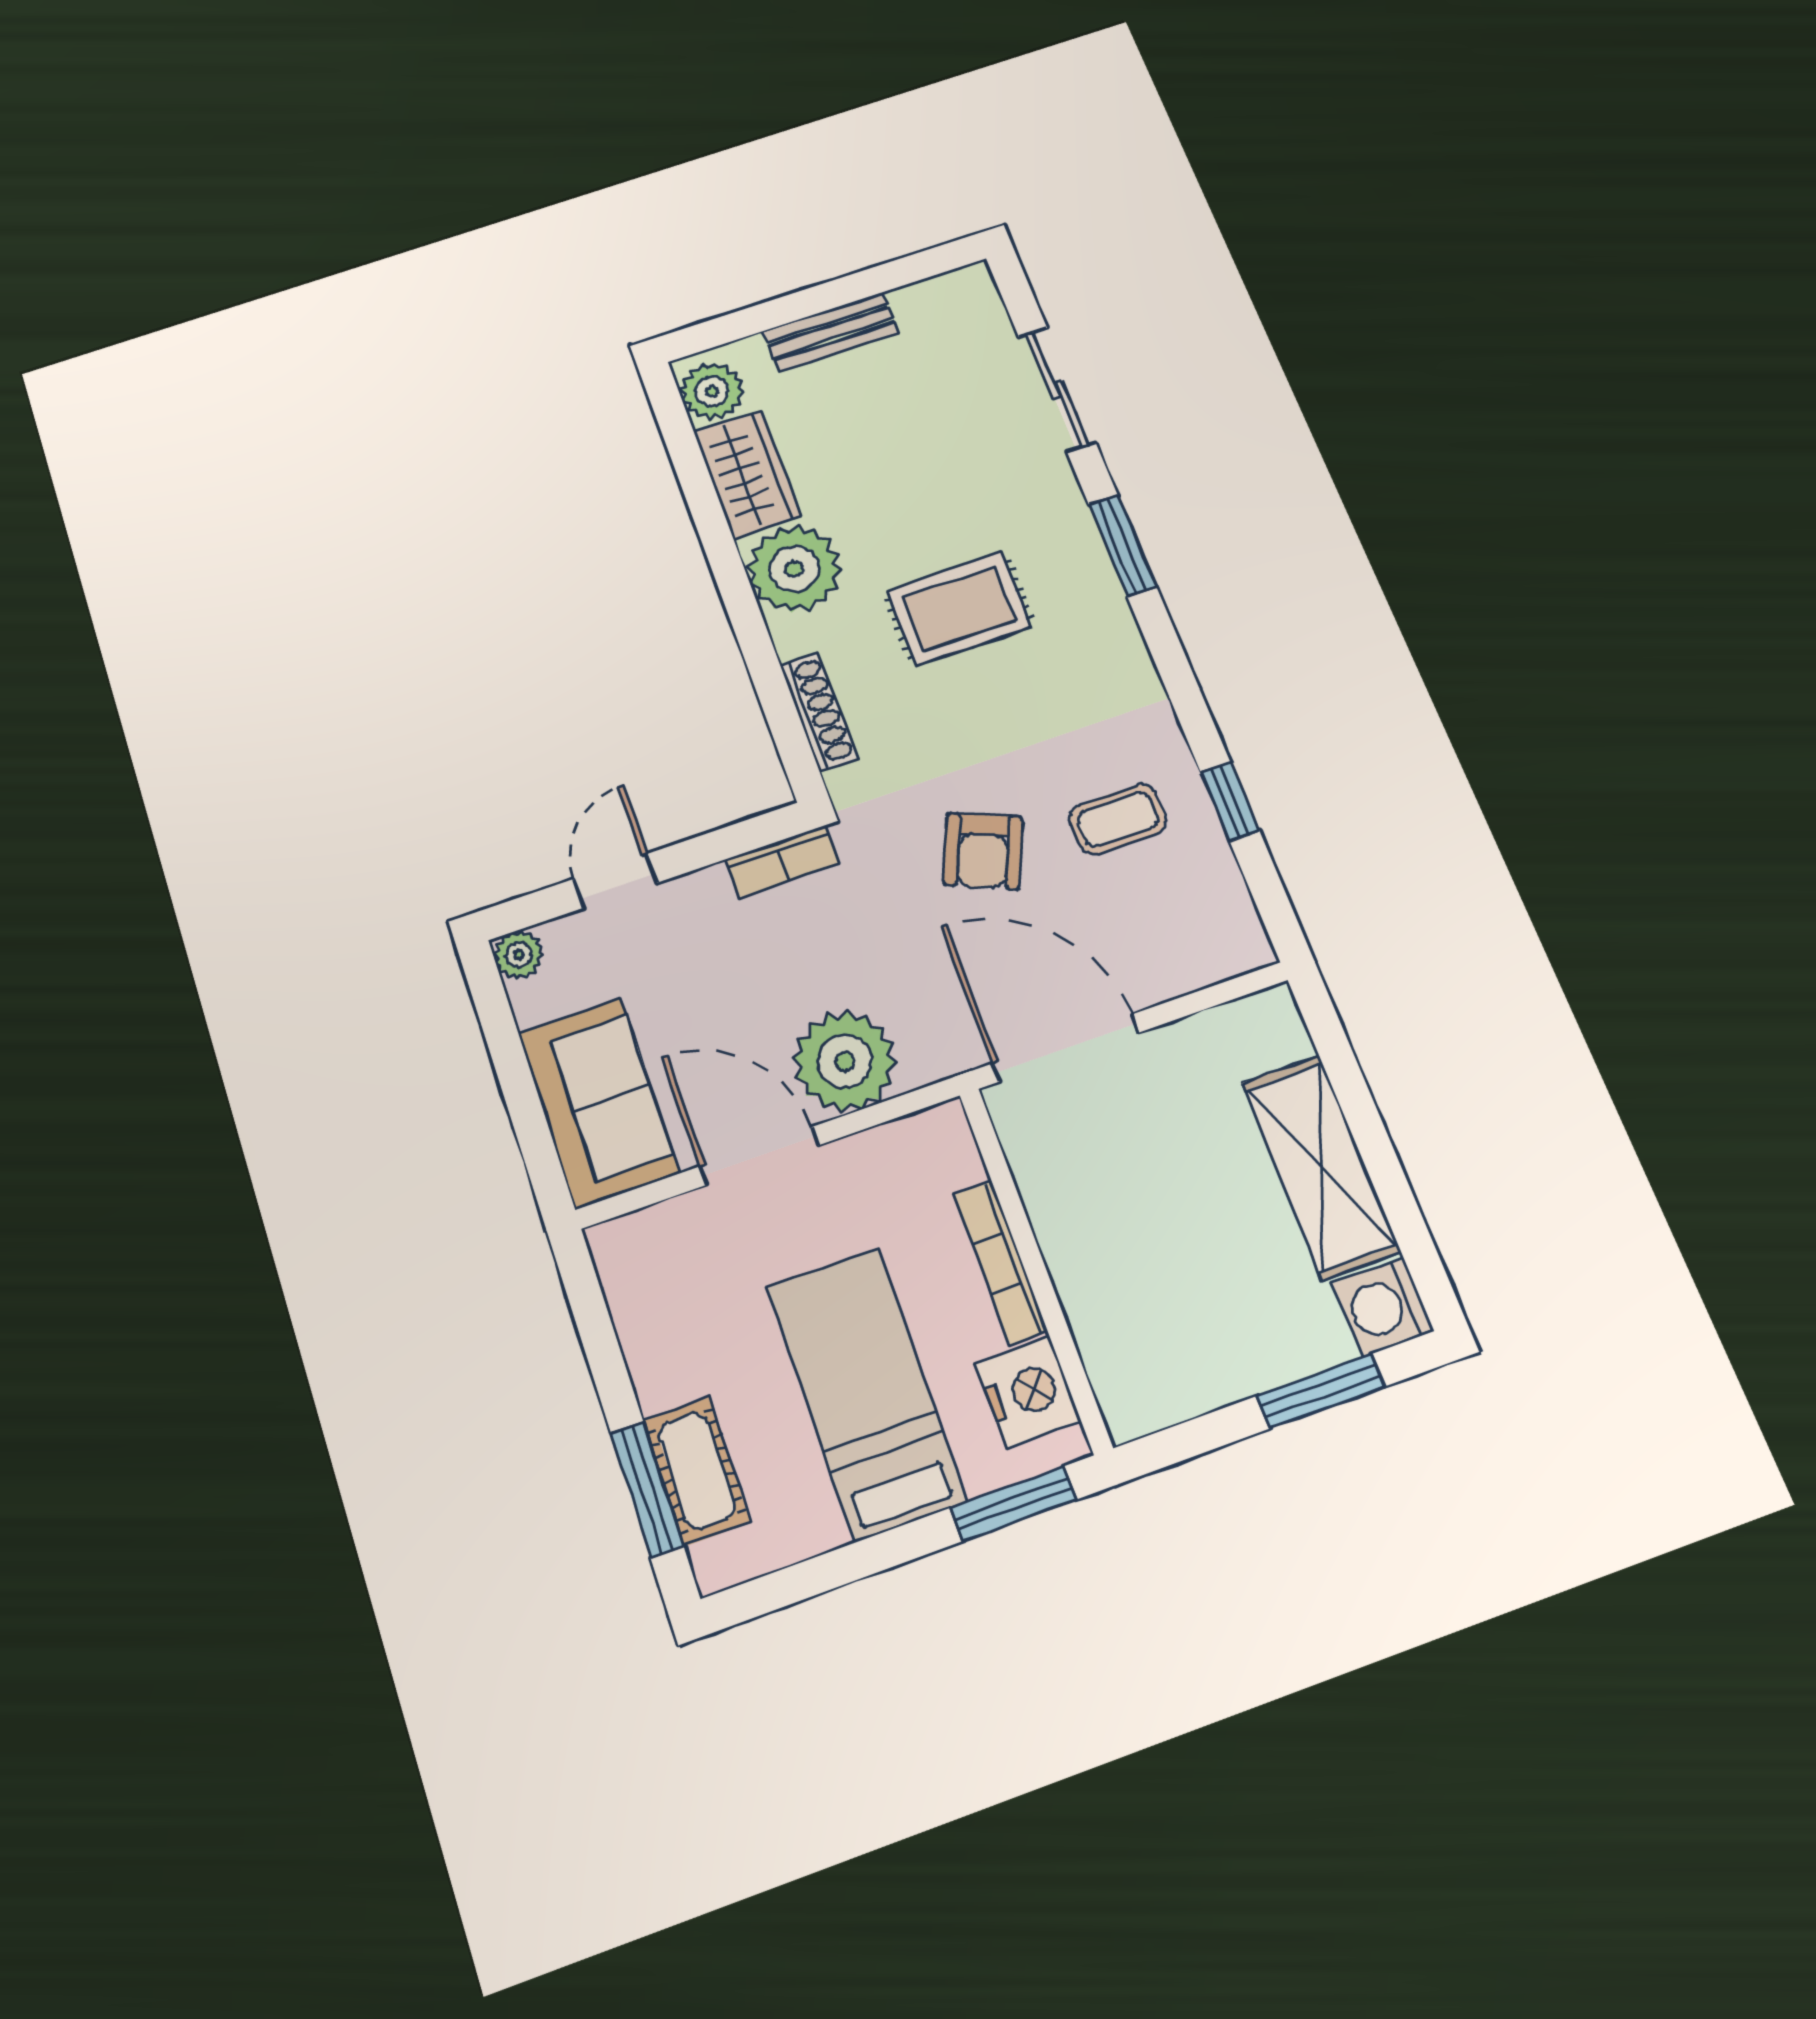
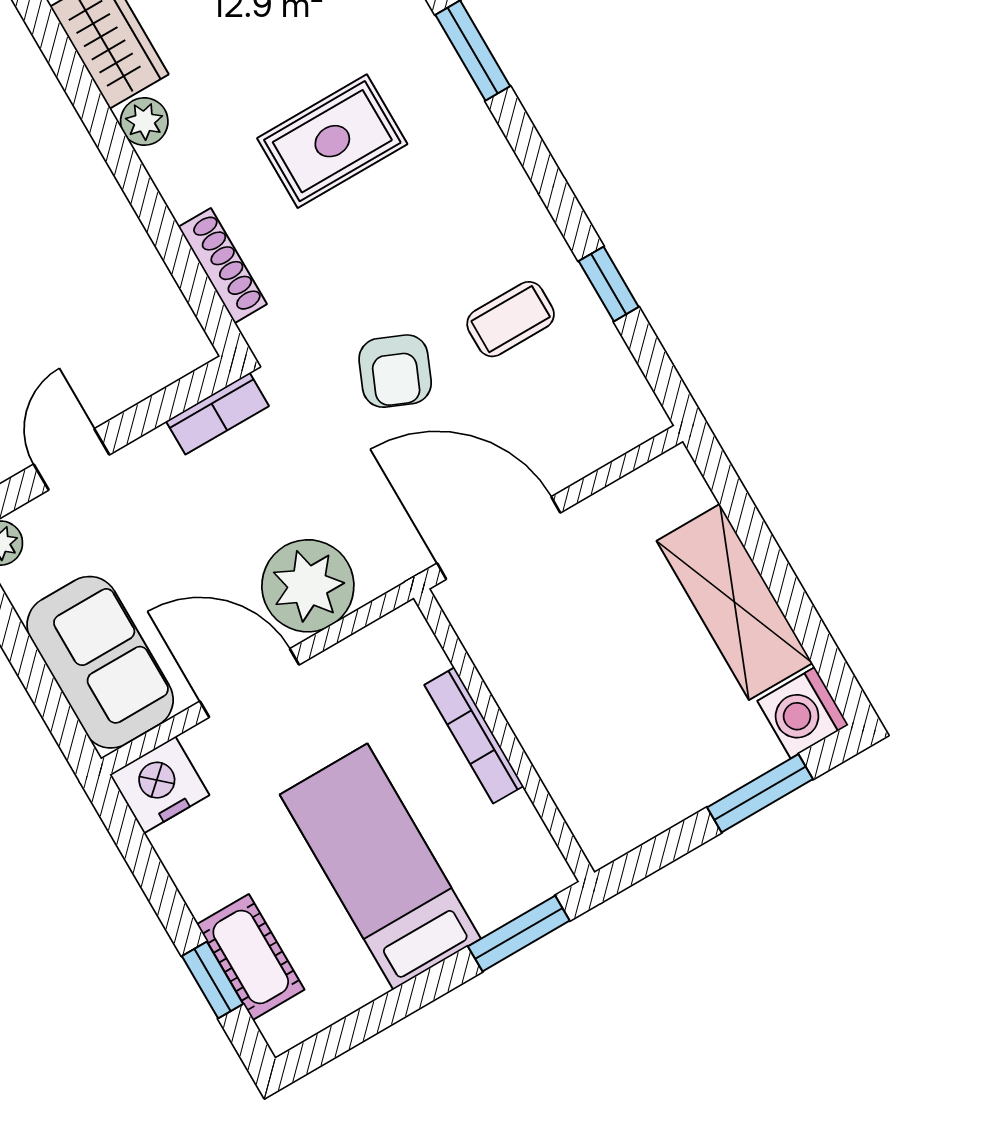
plant: (794, 569) -> (144, 121), width x0.53, depth x0.53
nightstand: (1028, 1392) -> (160, 785), moved, turned -90
window: (647, 1490) -> (213, 980), width x0.67

